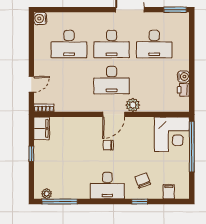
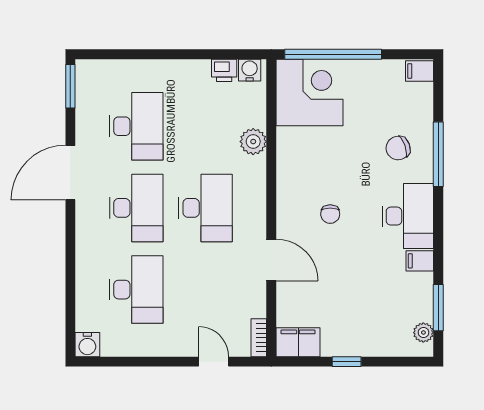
water cooler: (183, 77) -> (250, 70), moved
plant: (133, 105) -> (253, 142), moved
door: (114, 114) -> (271, 260), moved
filing cabinet: (84, 192) -> (420, 261), added
filing cabinet: (169, 192) -> (419, 71), moved
window: (60, 202) -> (438, 308), width x0.69
window: (140, 202) -> (438, 154), width x2.17

